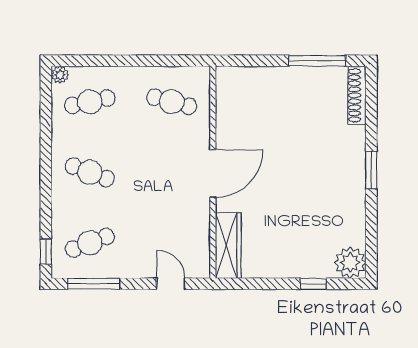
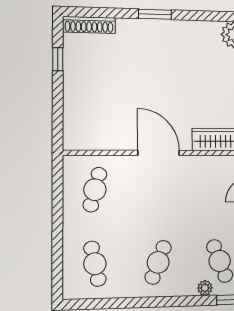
window: (317, 61) -> (58, 59), width x0.46
plant: (60, 75) -> (205, 288), moved

